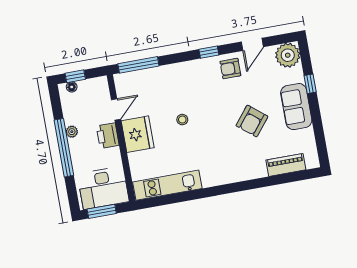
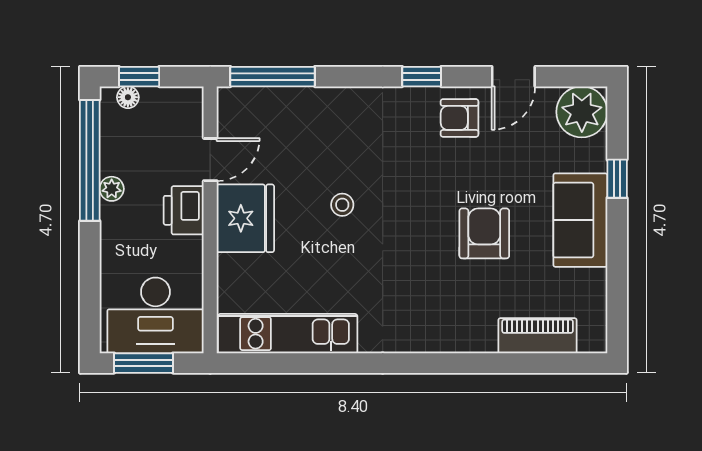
armchair: (252, 121) -> (484, 233), turned 141
window: (64, 148) -> (90, 160), moved

